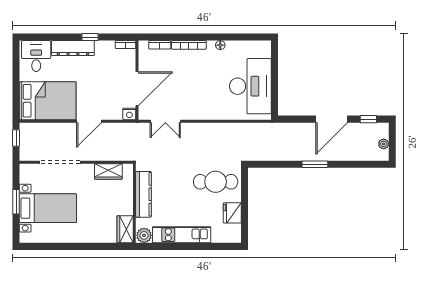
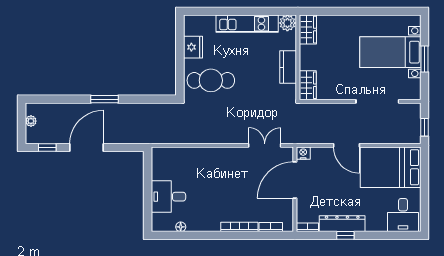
floor lamp: (220, 45) -> (181, 227), moved
dresser: (73, 48) -> (342, 224), moved
desk: (250, 86) -> (168, 197), width x0.53, depth x0.77
door: (89, 121) -> (346, 145), swing flipped
wardrobe: (108, 171) -> (308, 85), moved, turned 90
kitchen counter: (143, 194) -> (288, 67), width x0.67

